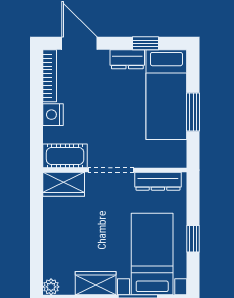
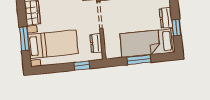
dresser: (158, 181) -> (96, 43), width x0.70
window: (193, 239) -> (82, 66), moved

